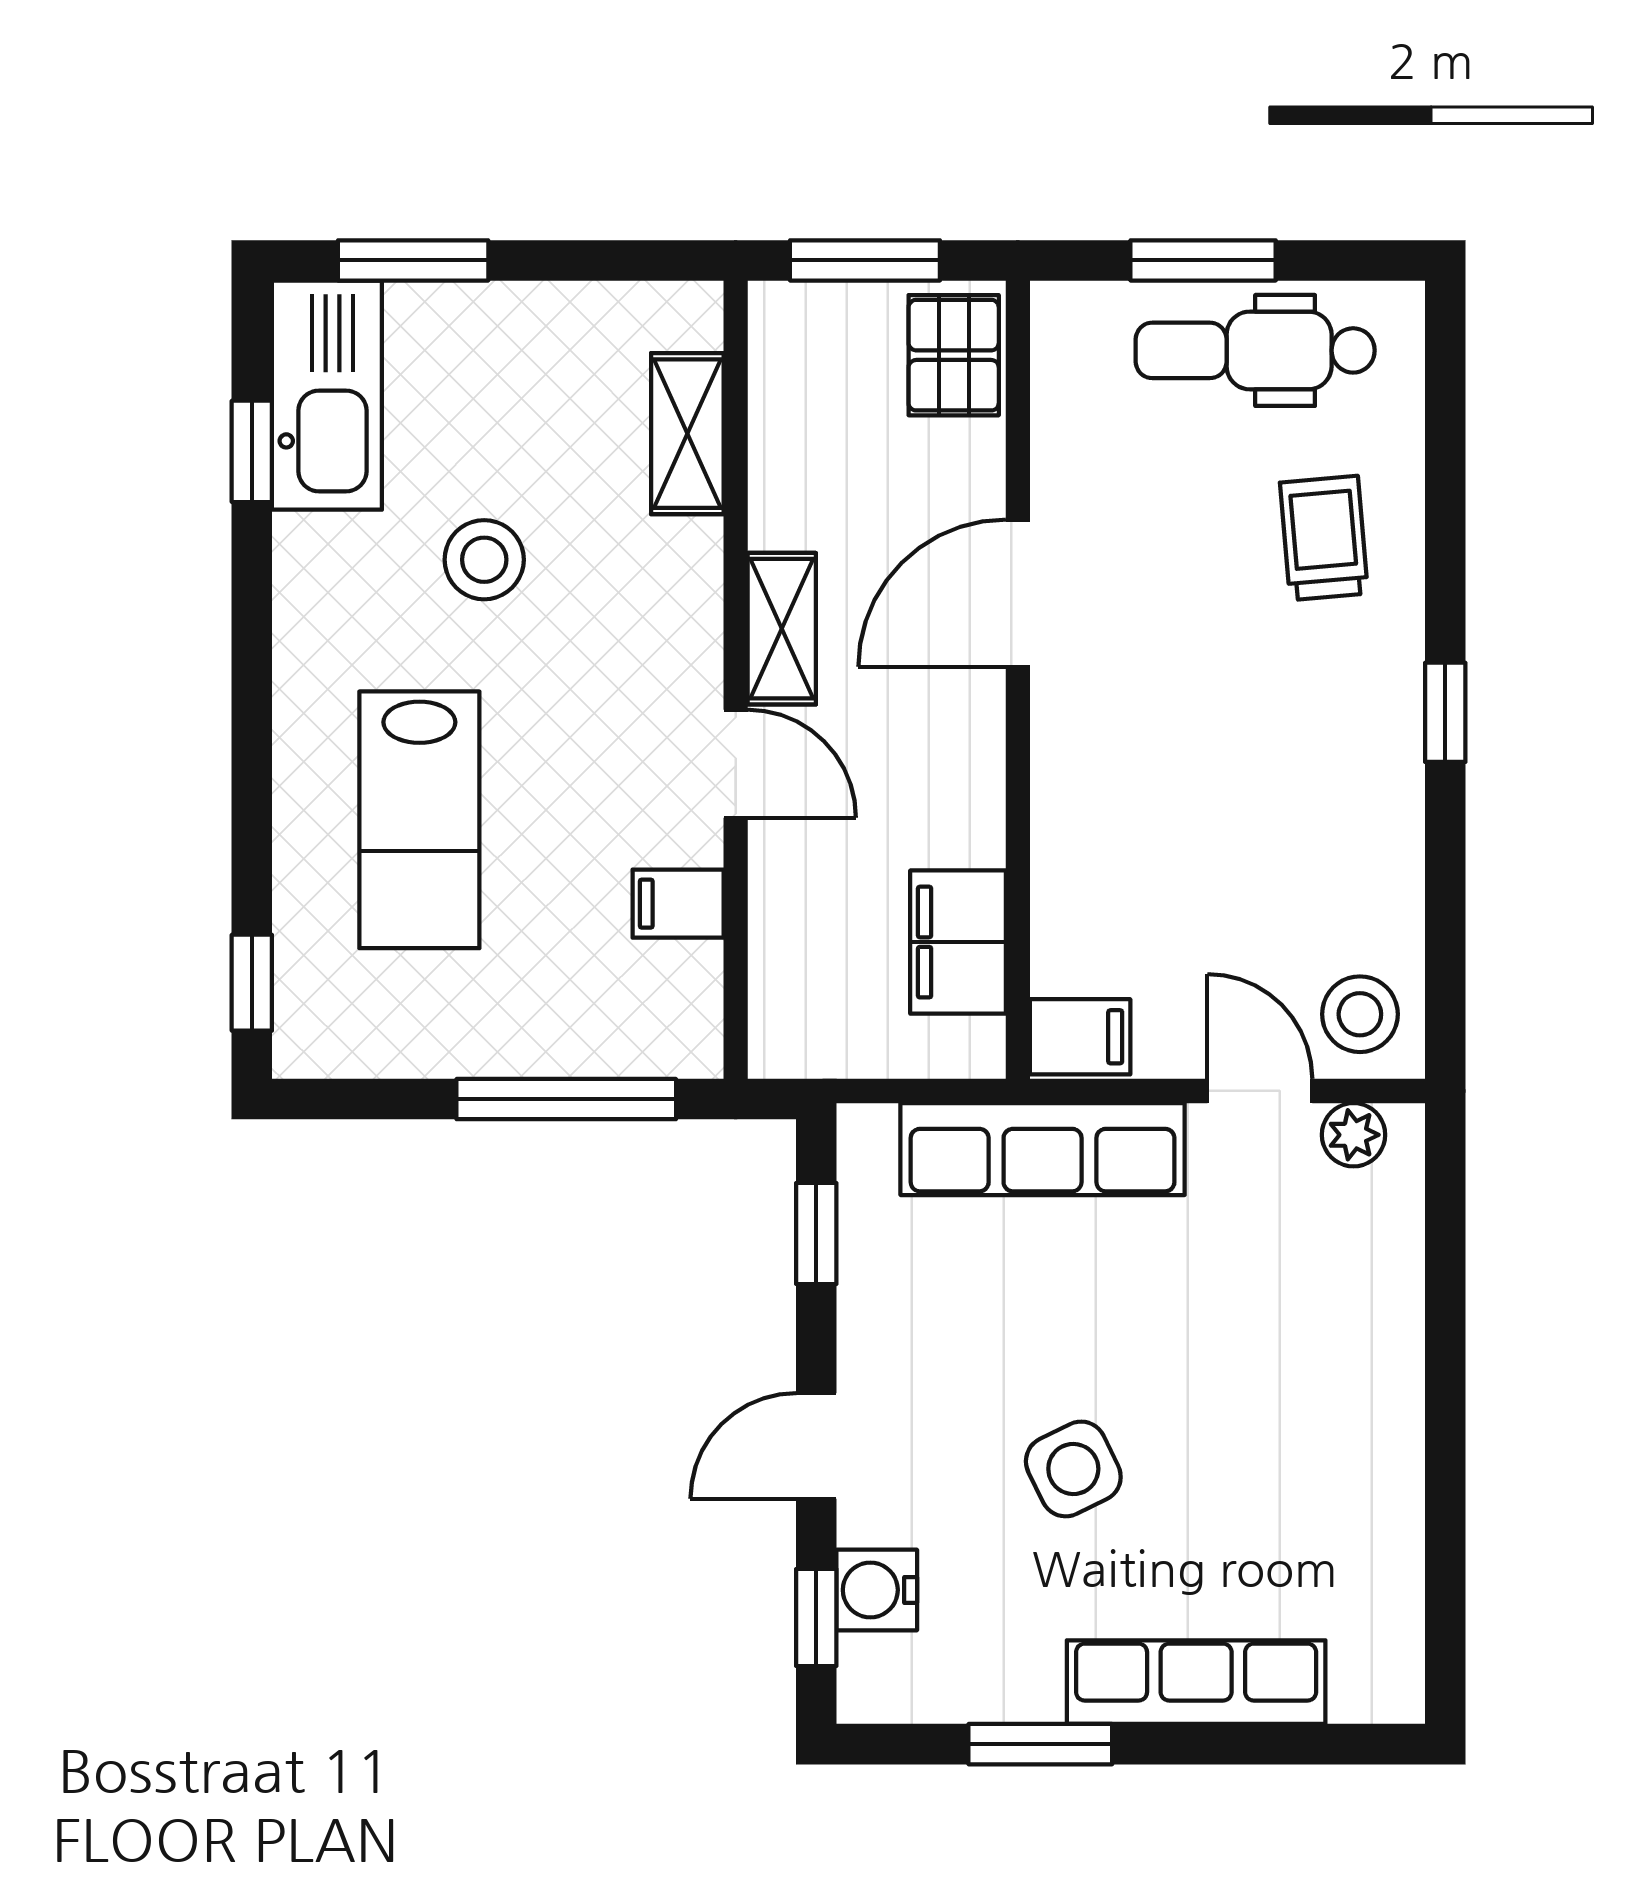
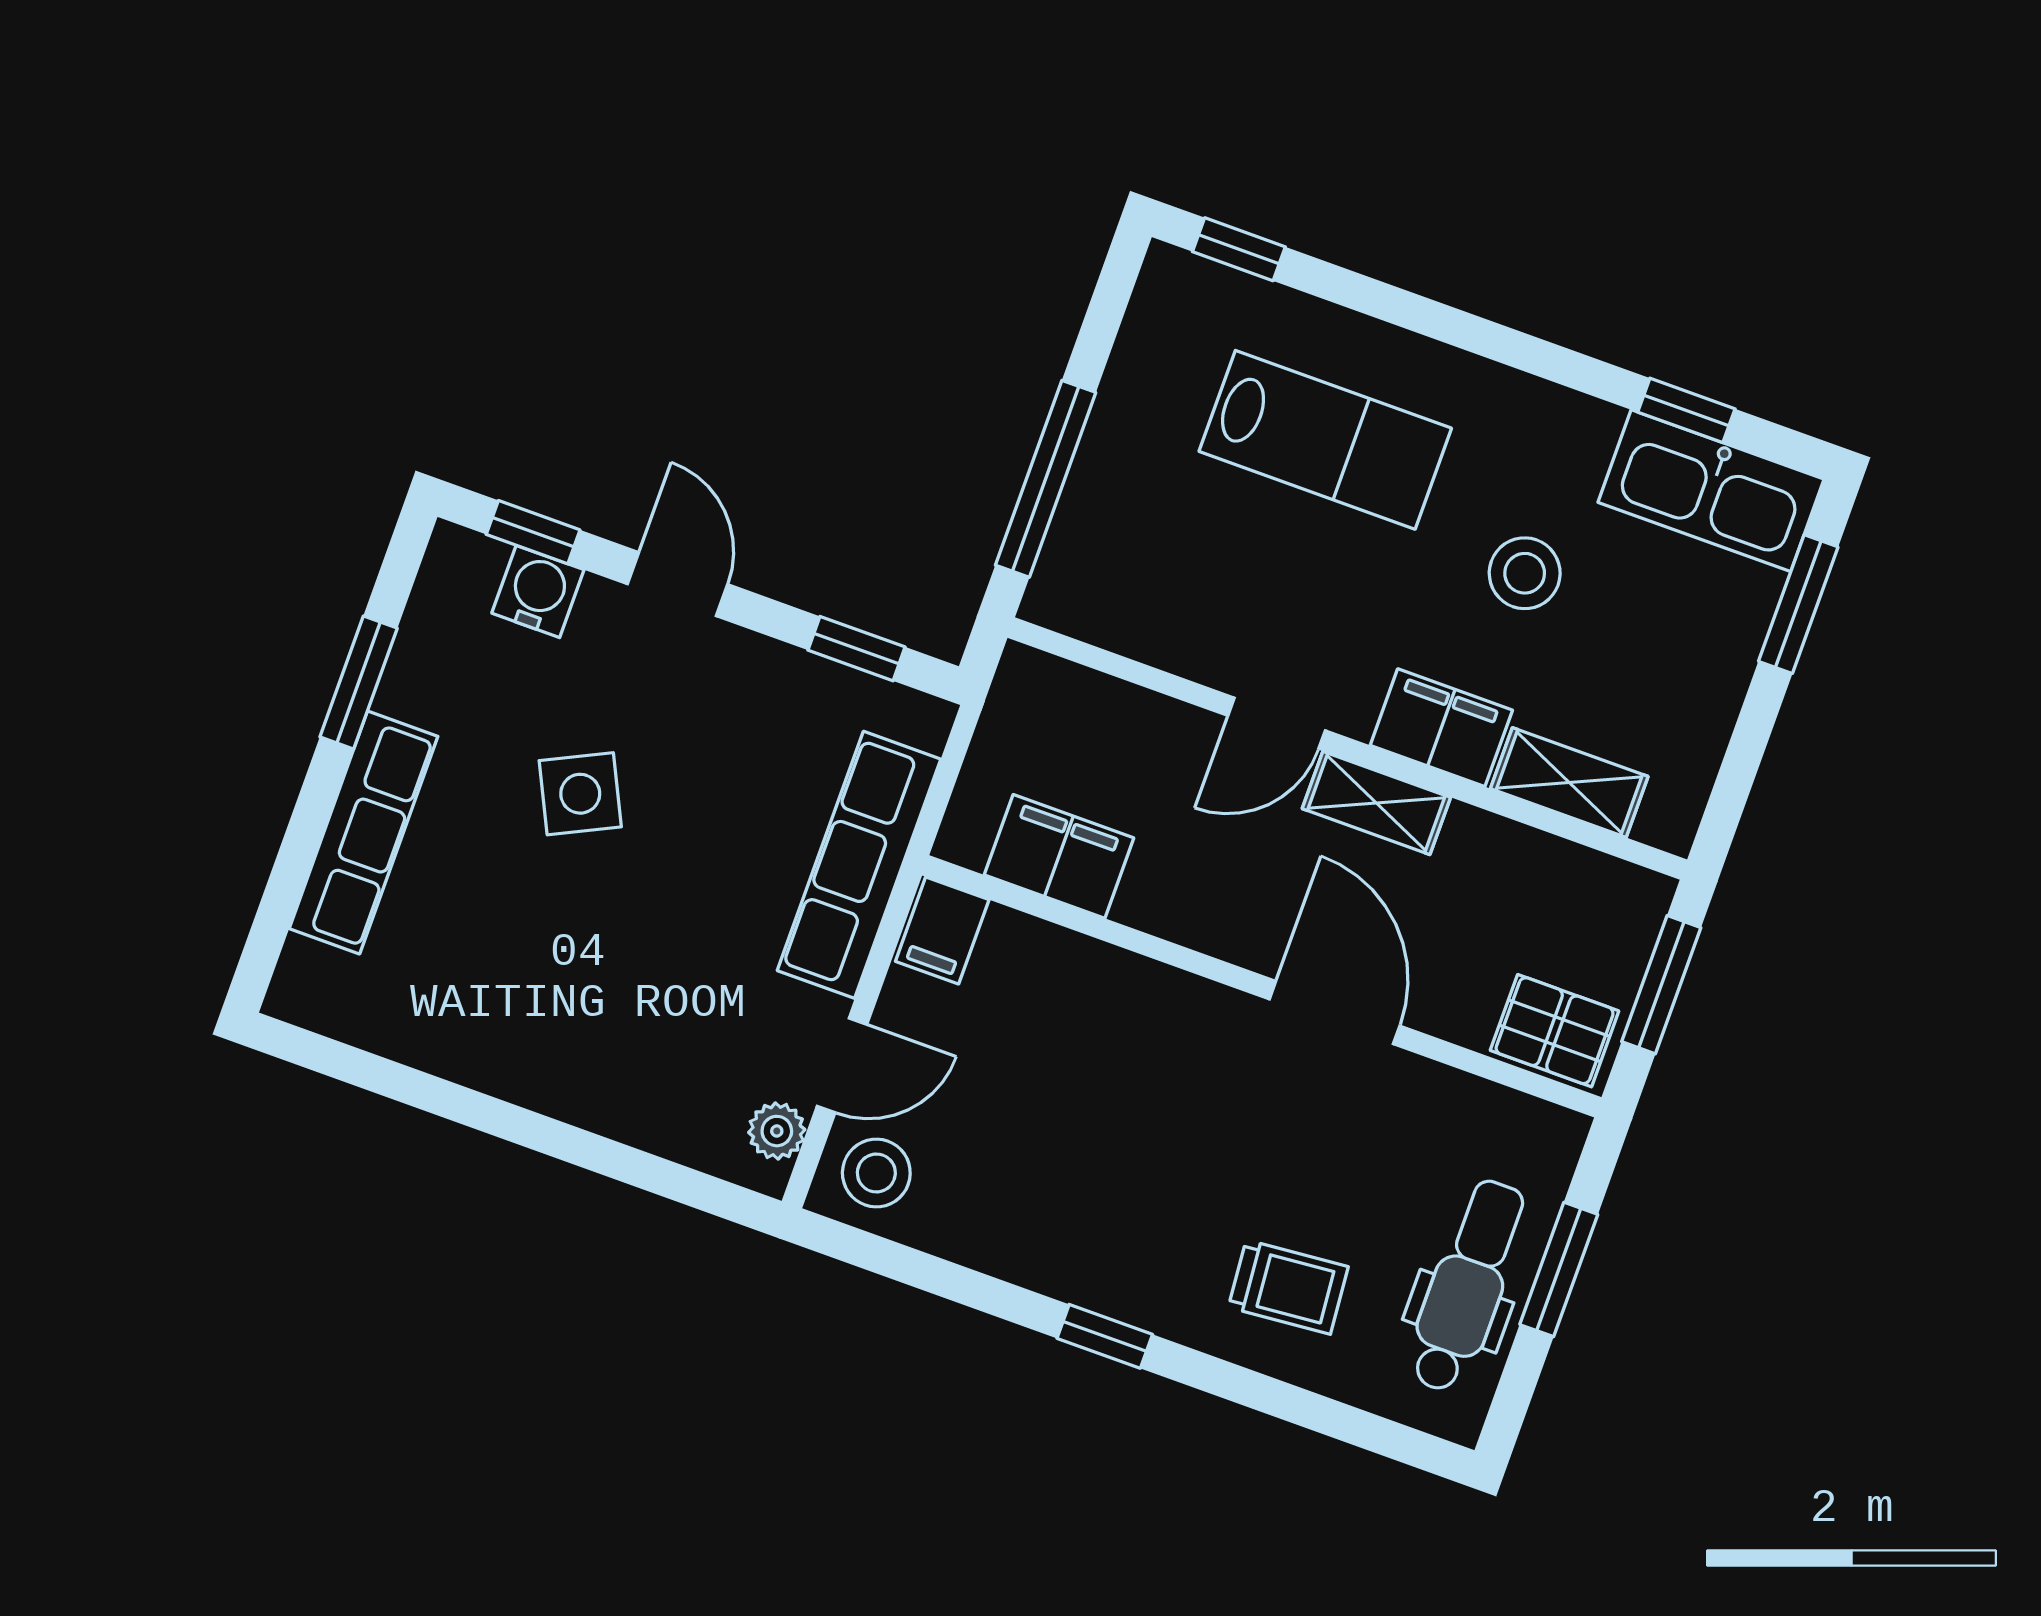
lab bench: (419, 820) -> (1325, 440), turned 180
filing cabinet: (678, 904) -> (1441, 728), moved, width x2.00

